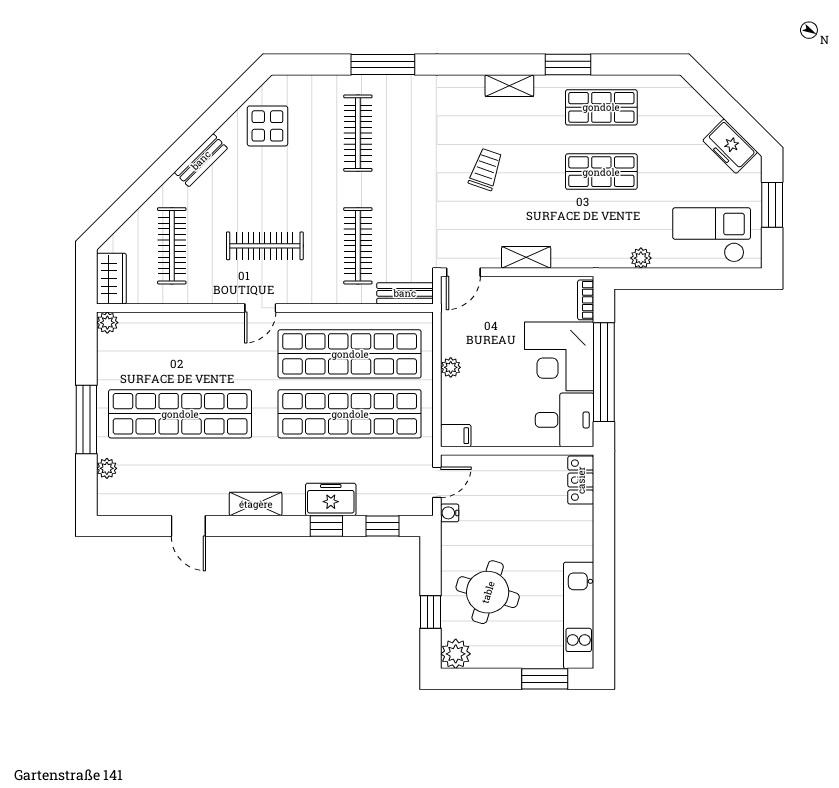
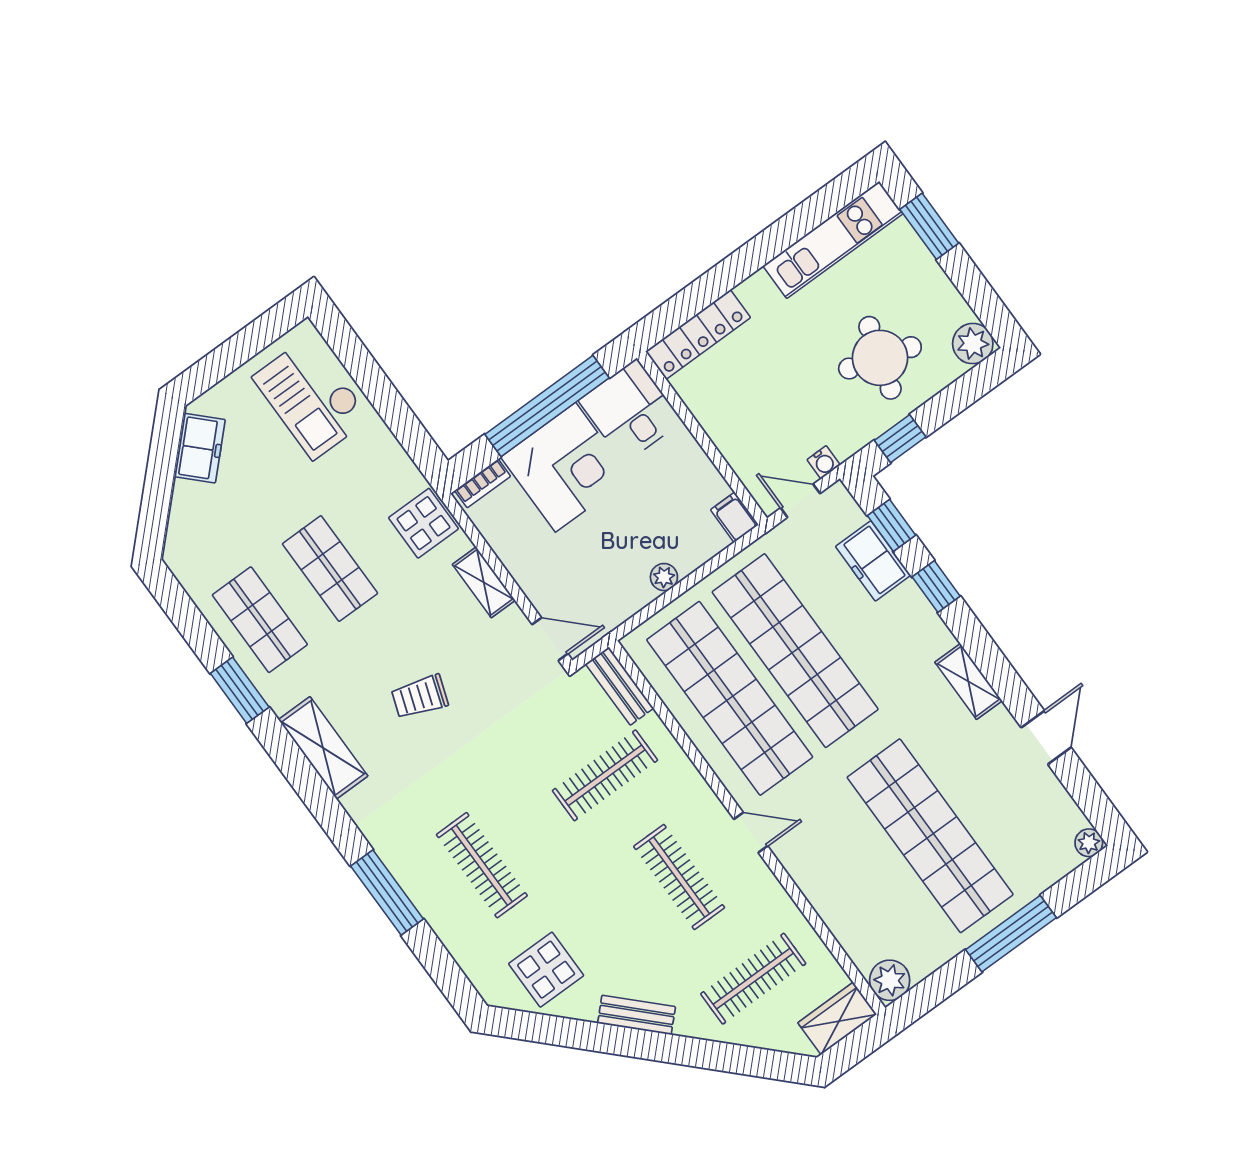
shelving: (509, 86) -> (323, 748), width x1.50, depth x1.33
clothes rail: (358, 133) -> (482, 865), turned 90
window: (772, 205) -> (230, 355), removed
display table: (588, 247) -> (423, 523), added
plant: (641, 258) -> (393, 456), removed
plant: (107, 323) -> (890, 980), width x1.38, depth x1.38
plant: (107, 468) -> (1089, 843), moved
locker: (581, 480) -> (698, 335), width x1.53
freezer: (331, 499) -> (873, 561), moved
window: (431, 612) -> (900, 439), moved

